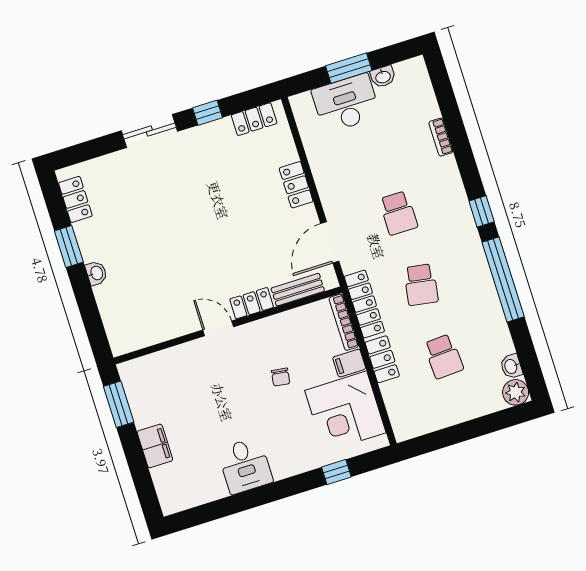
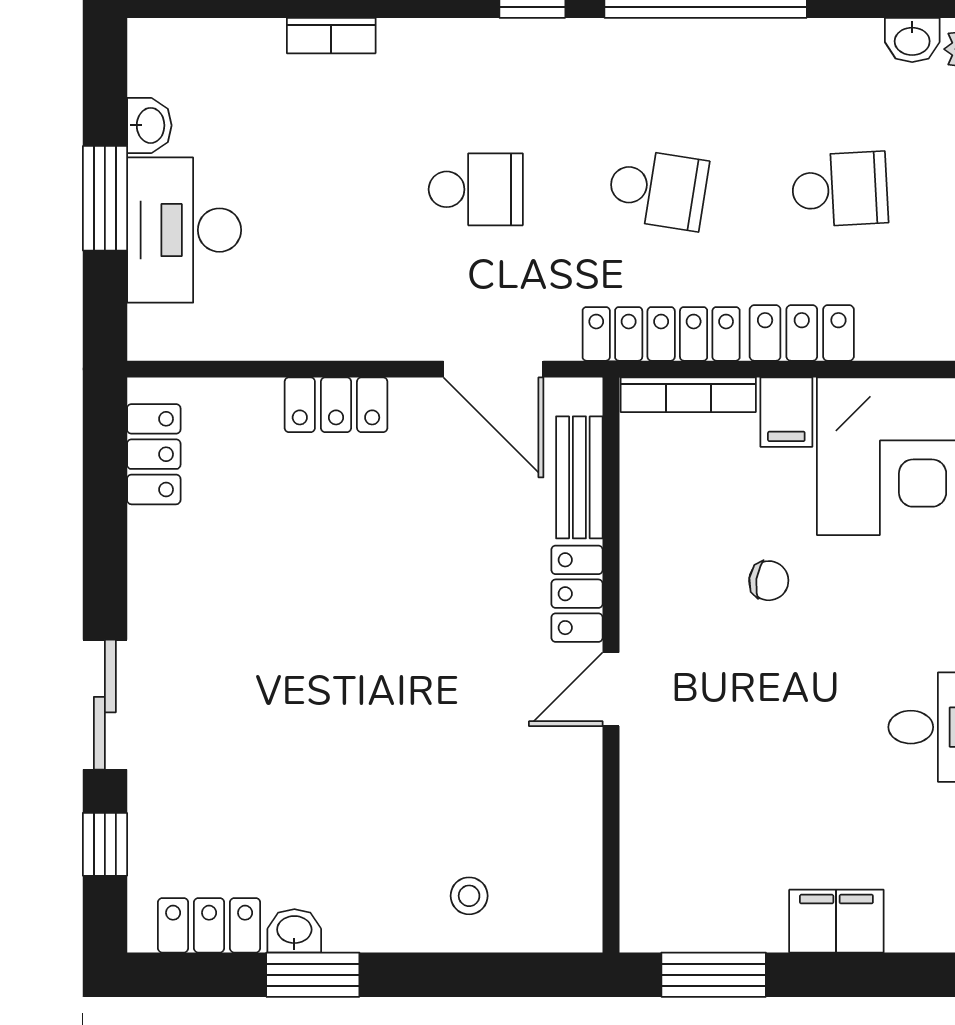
window: (207, 113) -> (105, 844), moved
washbasin: (96, 273) -> (294, 931), moved
stool: (119, 298) -> (469, 896), added

